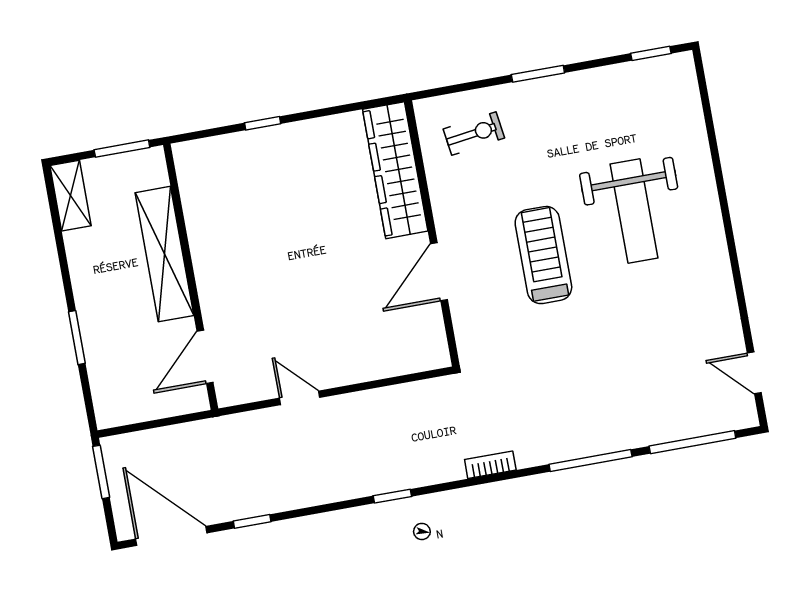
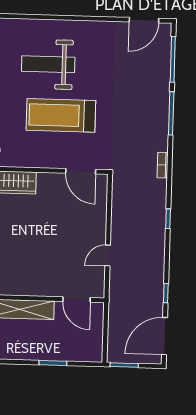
weight bench: (634, 211) -> (48, 64), turned 180
treadmill: (543, 255) -> (61, 115), width x1.37, depth x1.38
door: (439, 272) -> (81, 171), moved
door: (754, 373) -> (144, 20), width x1.38

